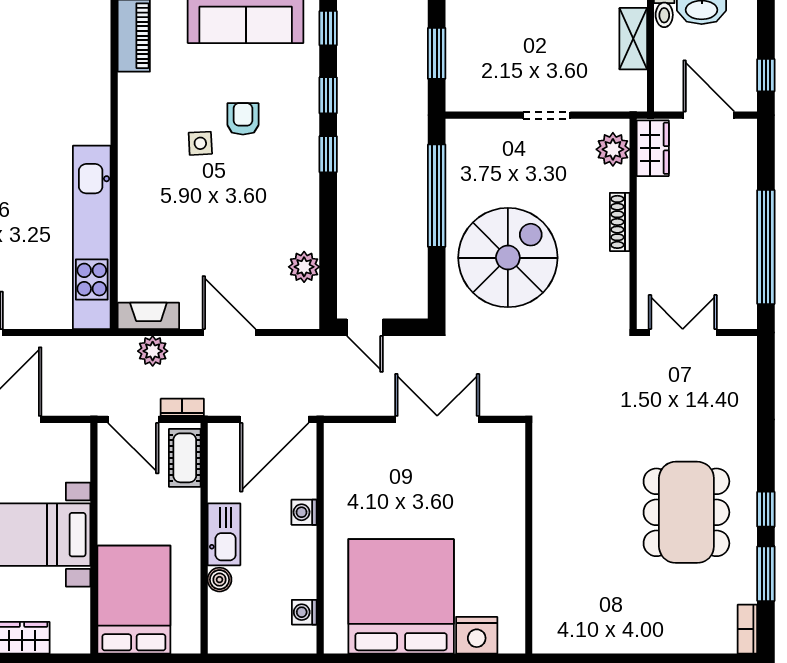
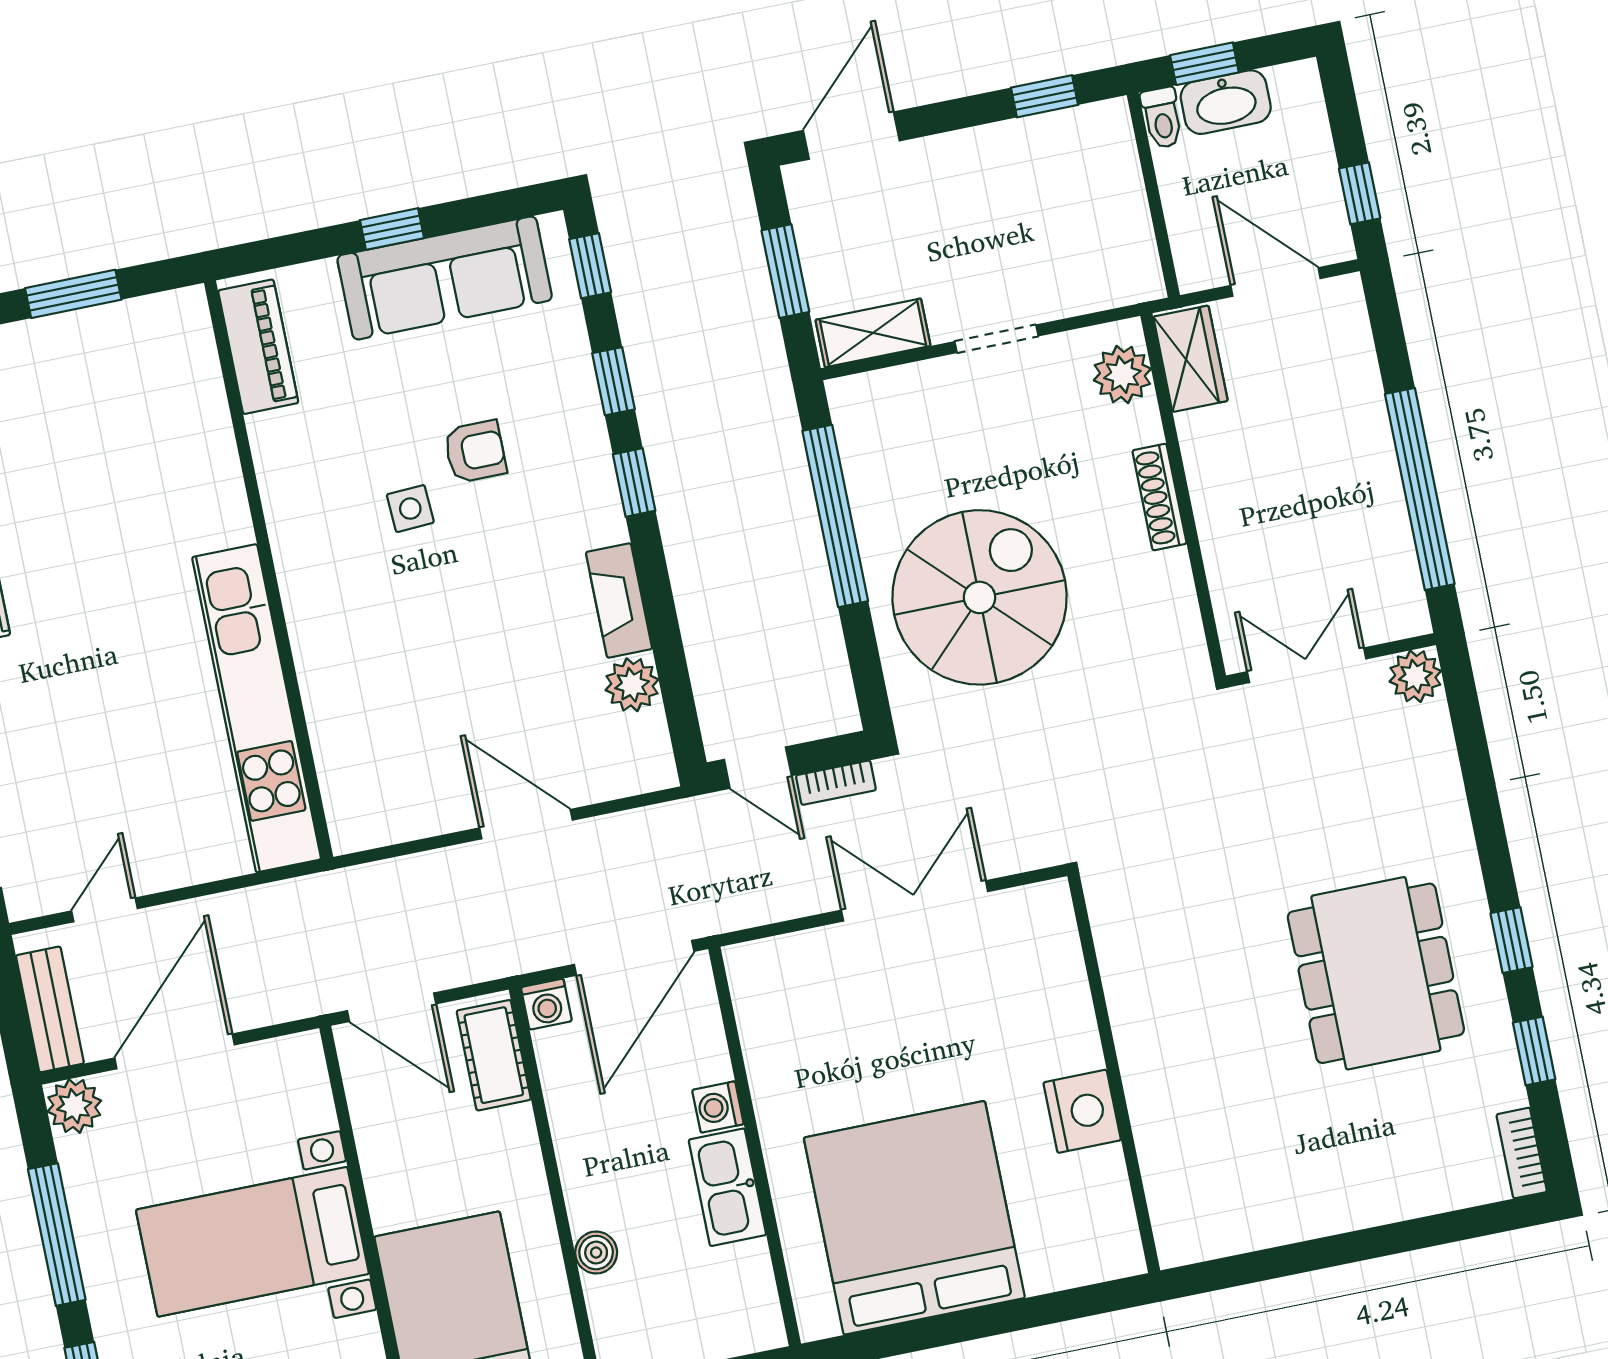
shelving: (633, 39) -> (873, 333), moved, turned 90
armchair: (243, 119) -> (475, 452), turned 90
fireplace: (148, 316) -> (619, 601), moved, turned -90
plant: (153, 351) -> (1415, 676), moved
bookcase: (182, 407) -> (836, 783), moved, turned 180
kitchen sink: (224, 534) -> (727, 1187), moved, turned 180
window: (766, 574) -> (1534, 1051), width x0.67
washing machine: (304, 612) -> (546, 1004), moved, turned -90
nightstand: (477, 635) -> (1082, 1111), moved, turned -90

